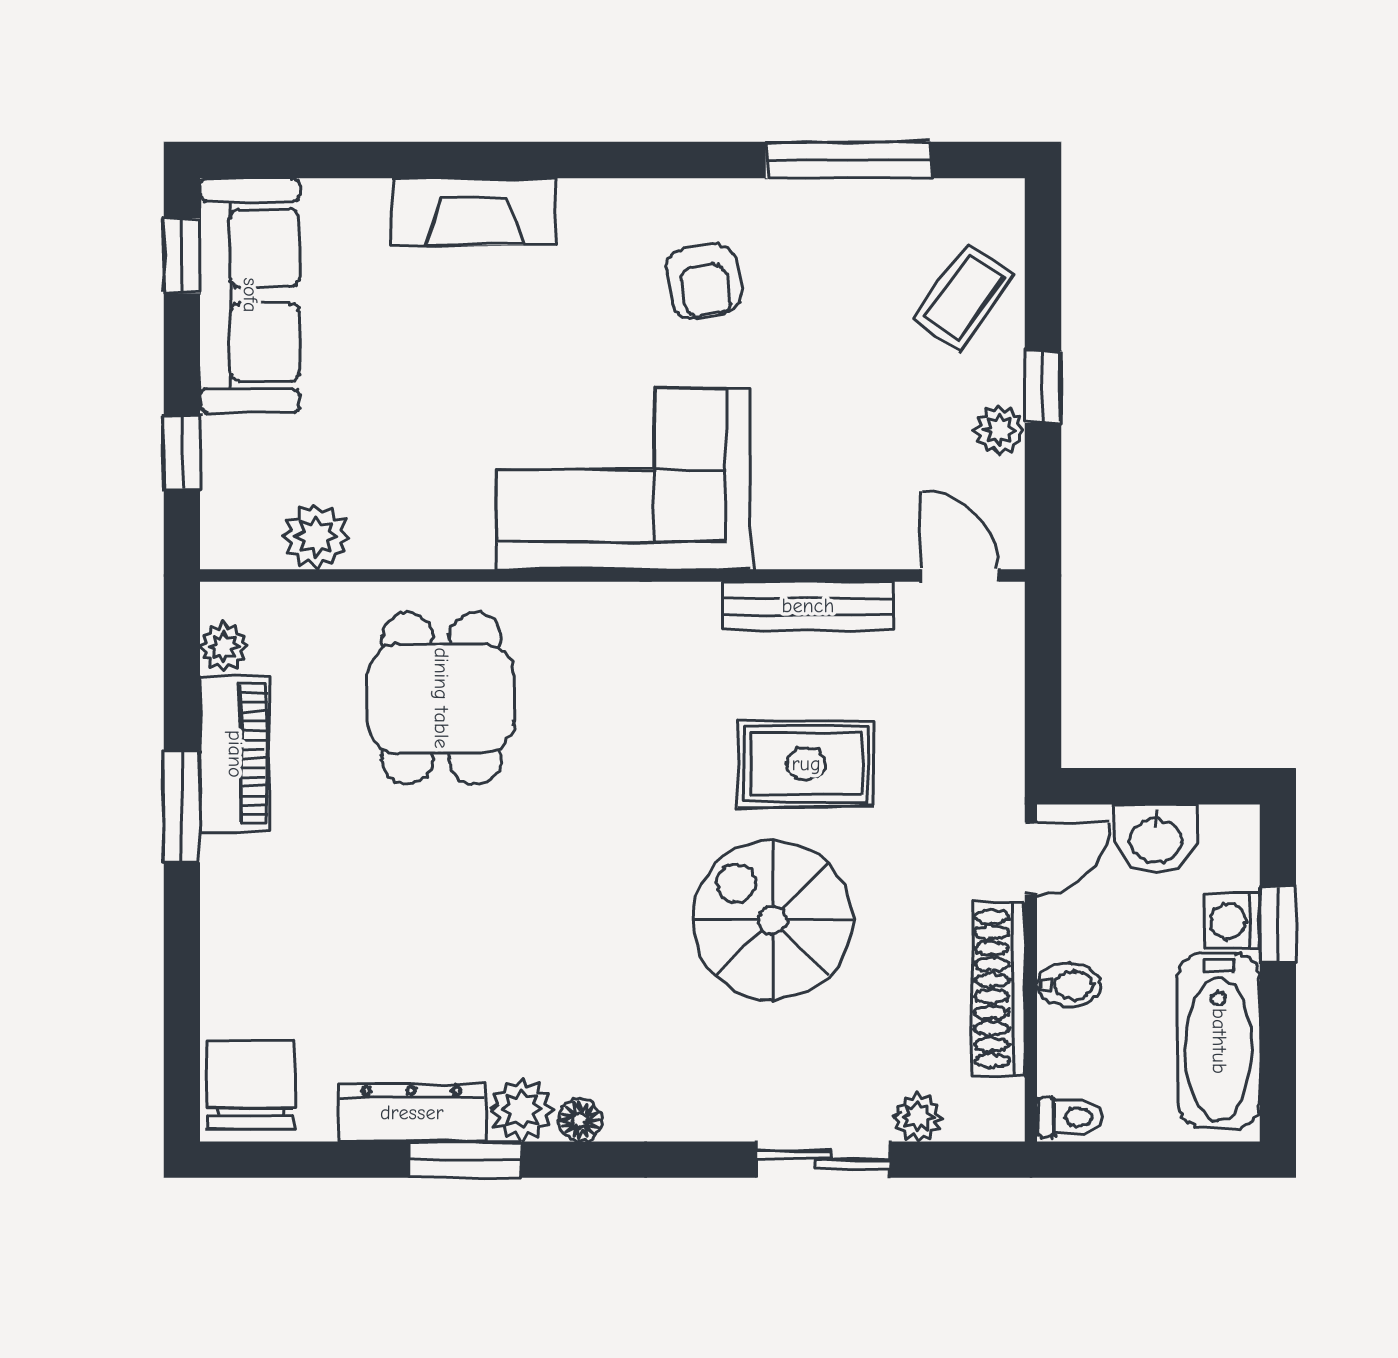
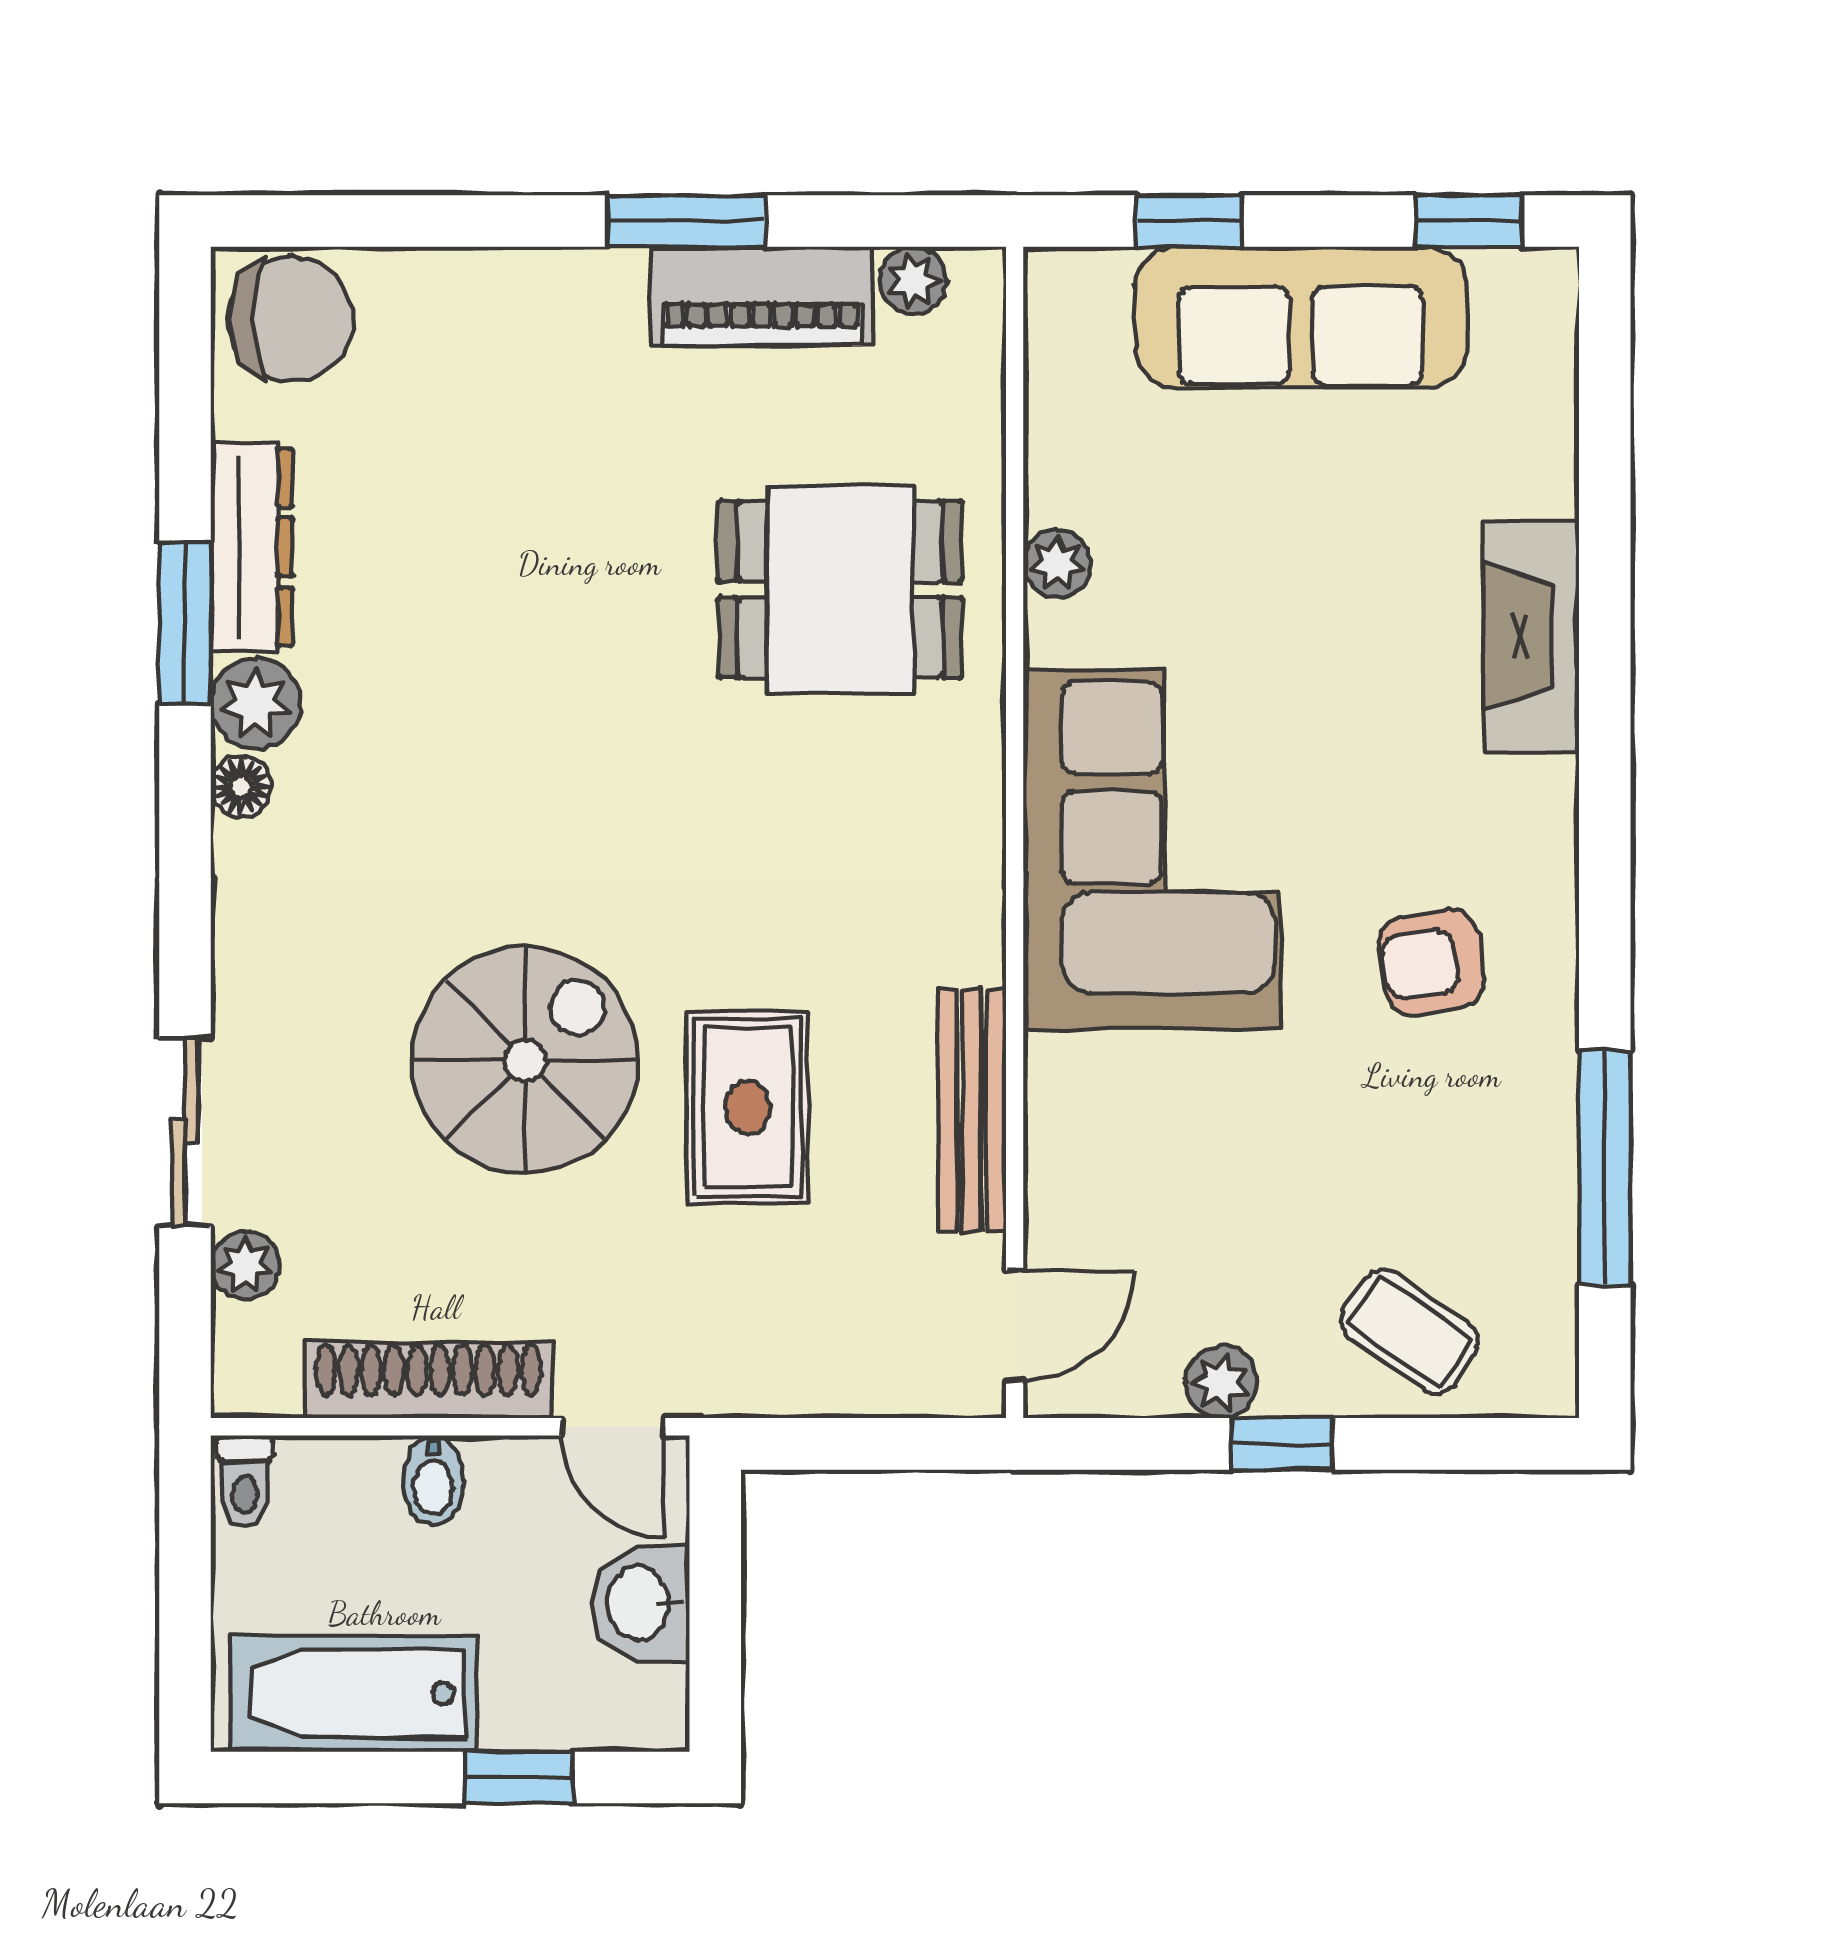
sofa: (250, 295) -> (1301, 317), moved
plant: (316, 537) -> (1057, 564), moved, width x0.73, depth x0.73
washing machine: (1233, 921) -> (524, 1713), removed

